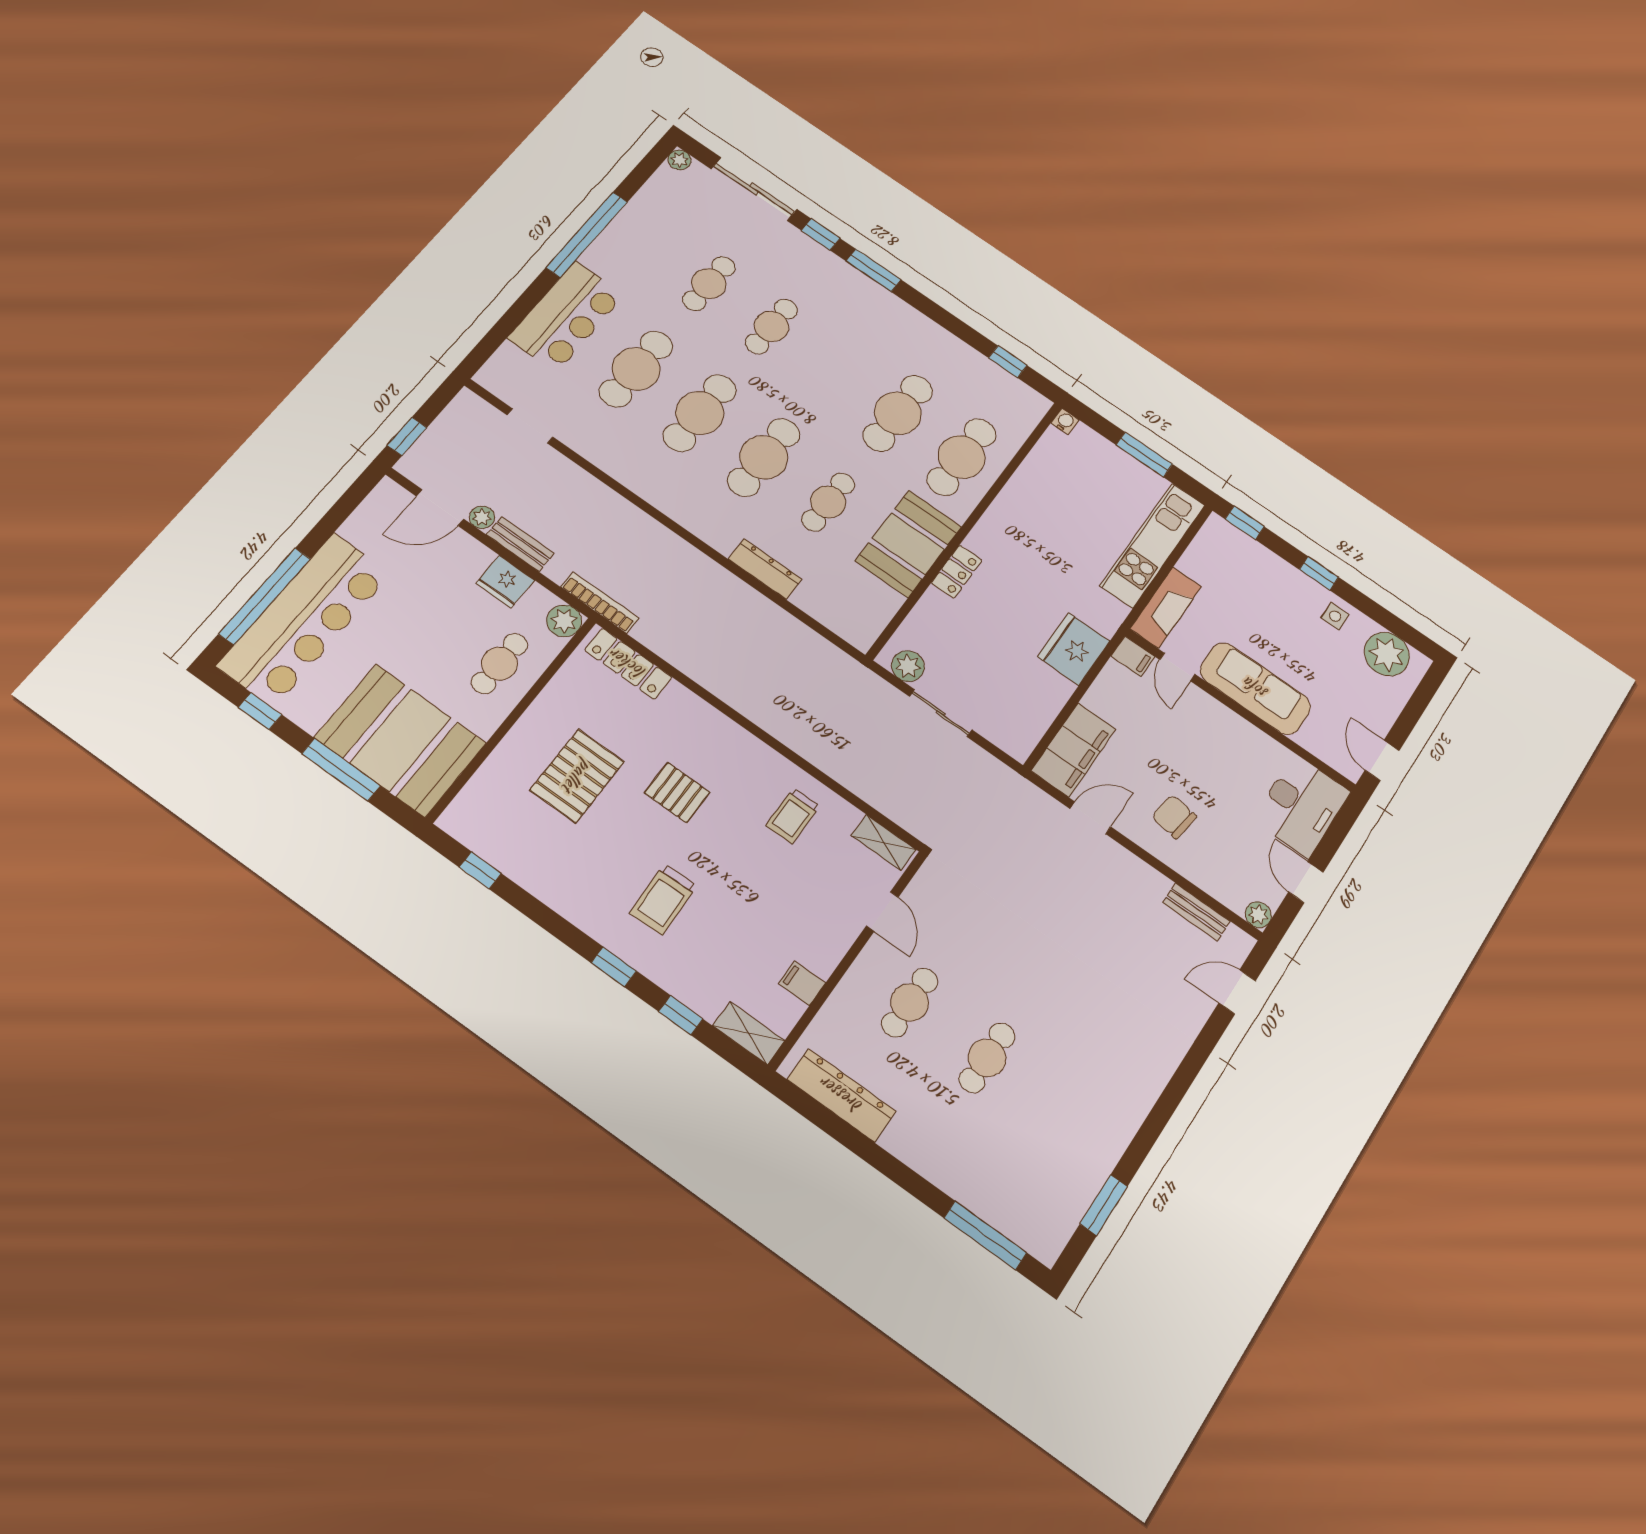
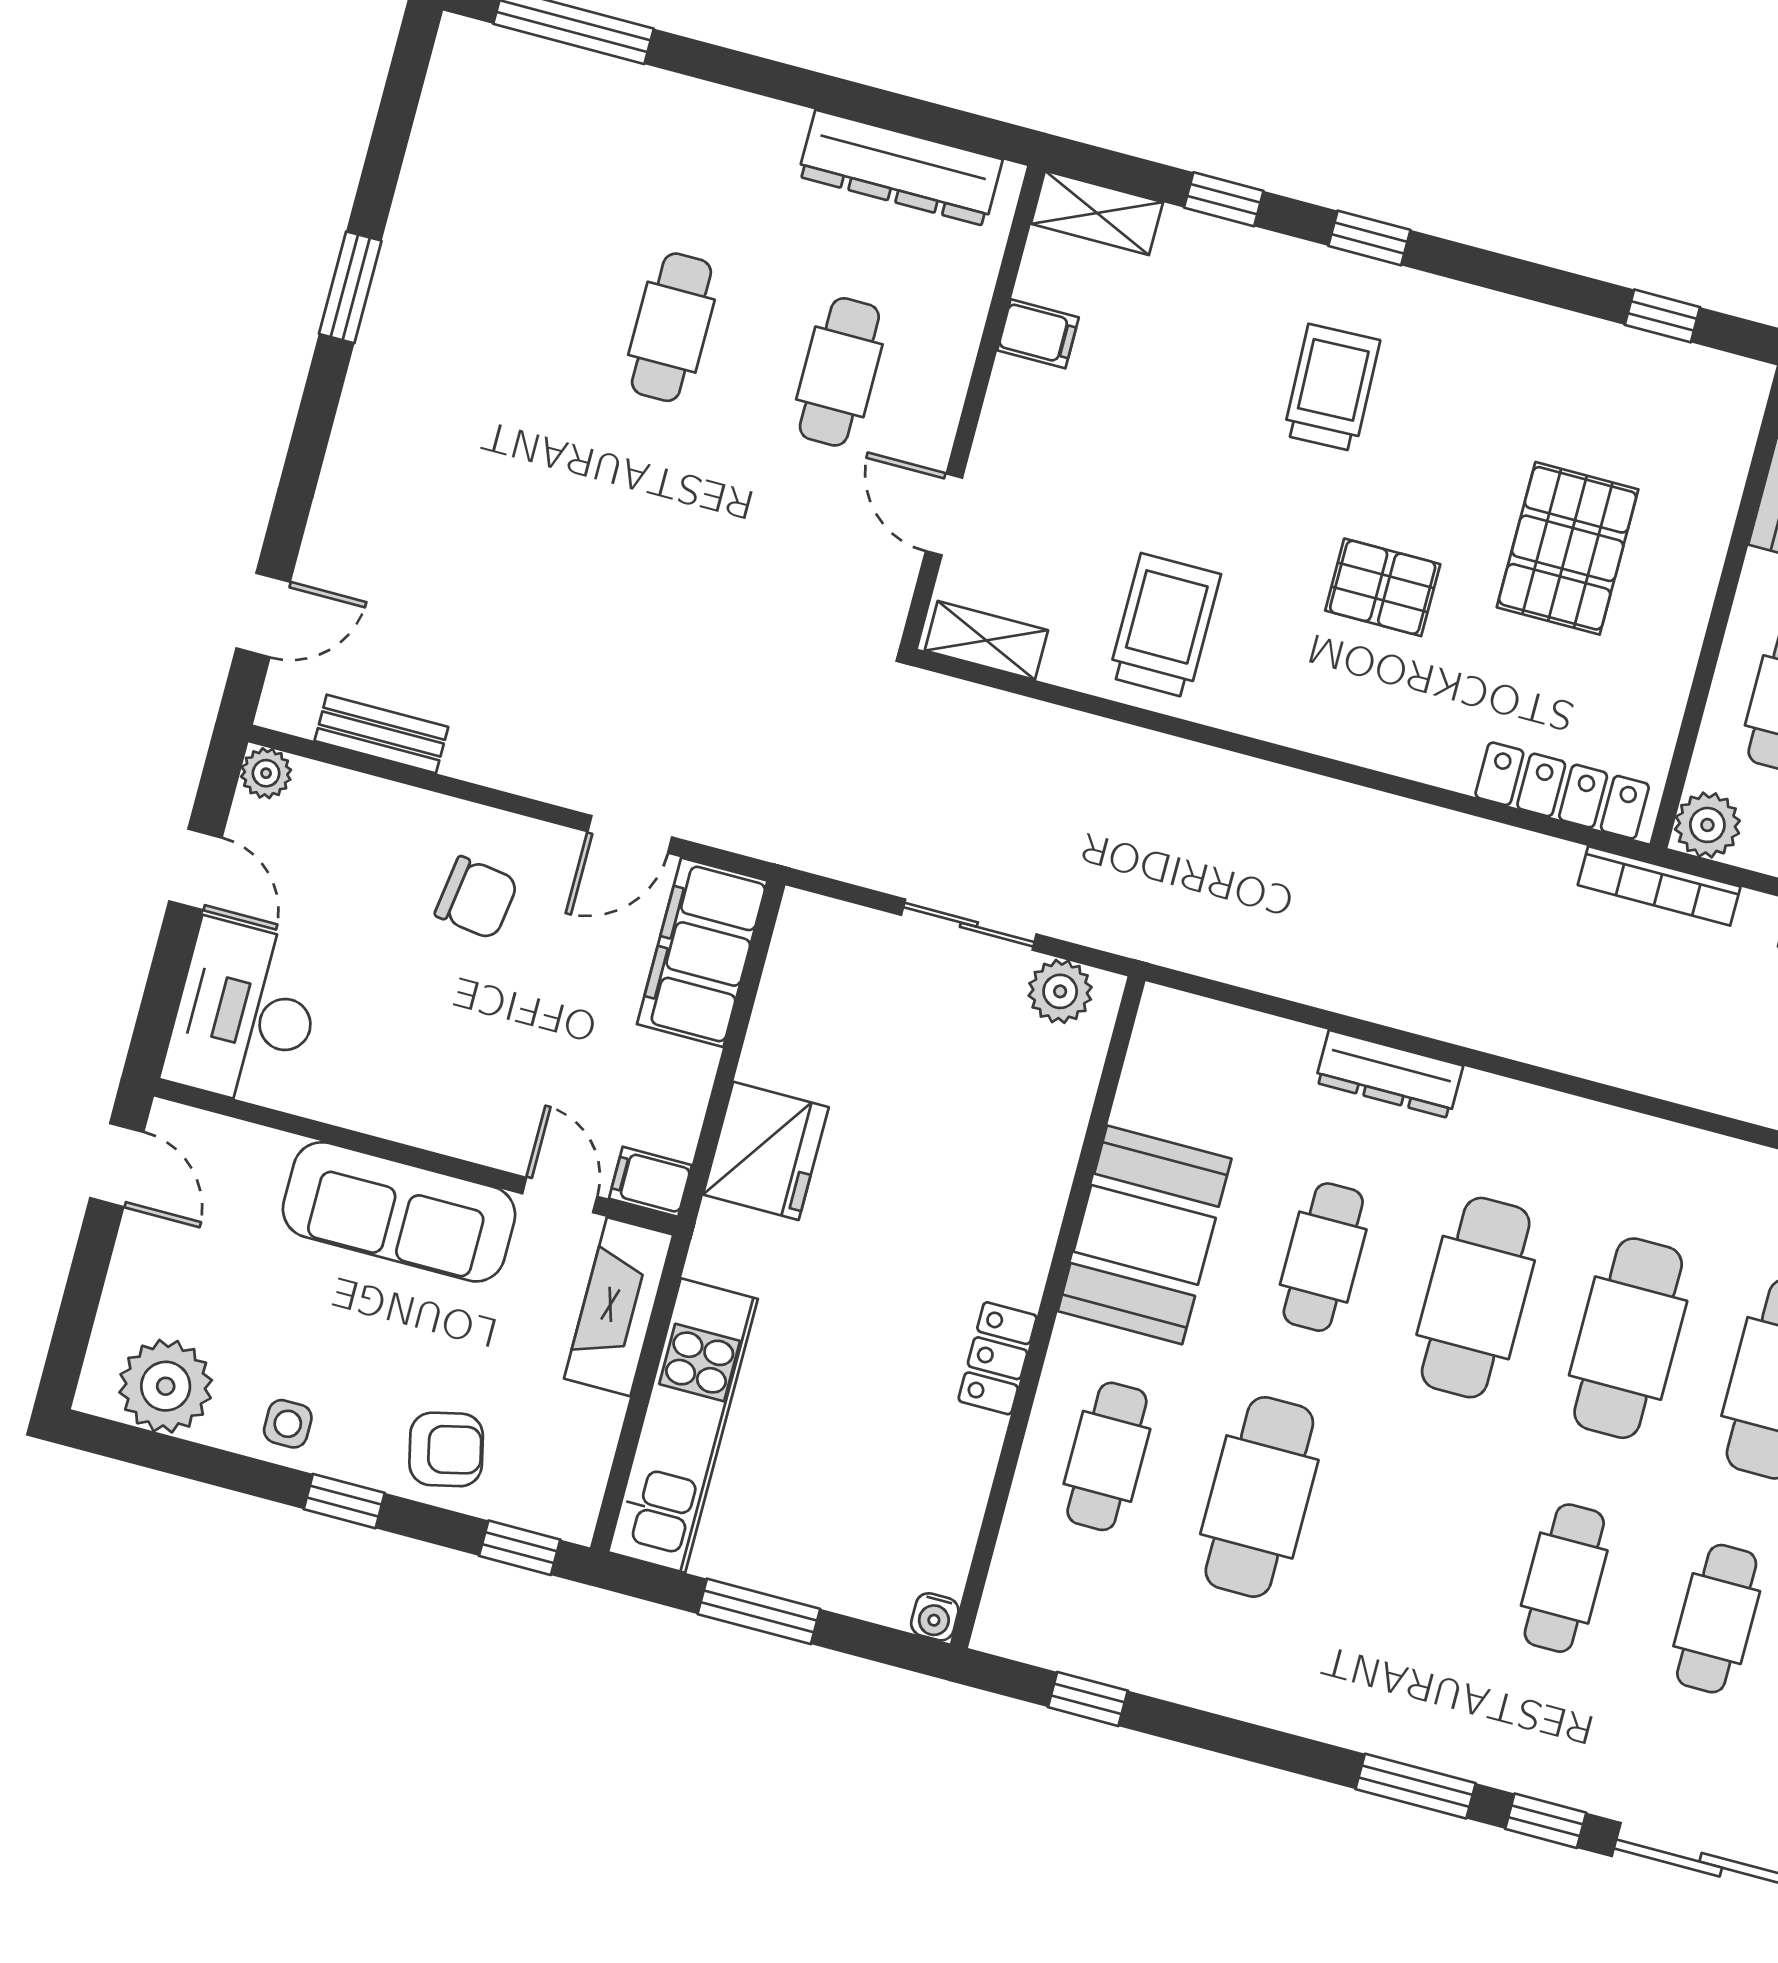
cafe table: (962, 457) -> (1107, 1456), width x0.73, depth x0.74
locker: (957, 572) -> (998, 1358), moved
armchair: (1265, 577) -> (446, 1449), added
trolley: (793, 816) -> (1165, 626), width x1.36, depth x1.39
window: (1104, 1205) -> (350, 287), moved

